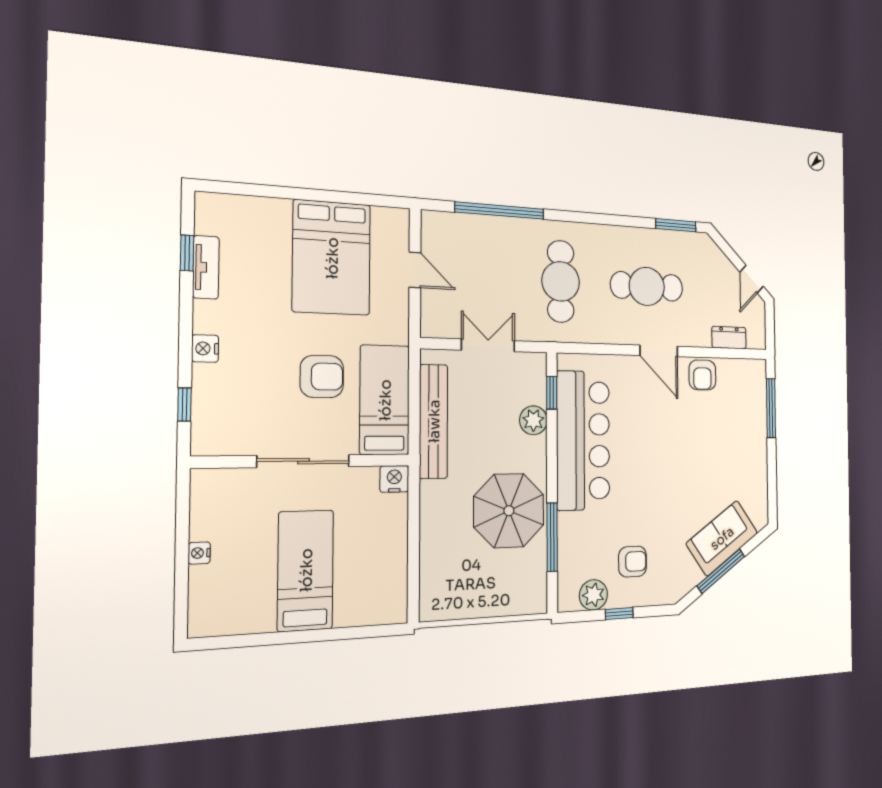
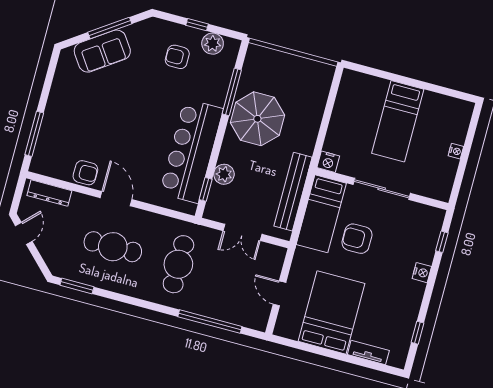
tv unit: (206, 267) -> (368, 352), moved, turned 90
dresser: (729, 338) -> (49, 193), width x1.44
armchair: (702, 375) -> (85, 173), turned 90

